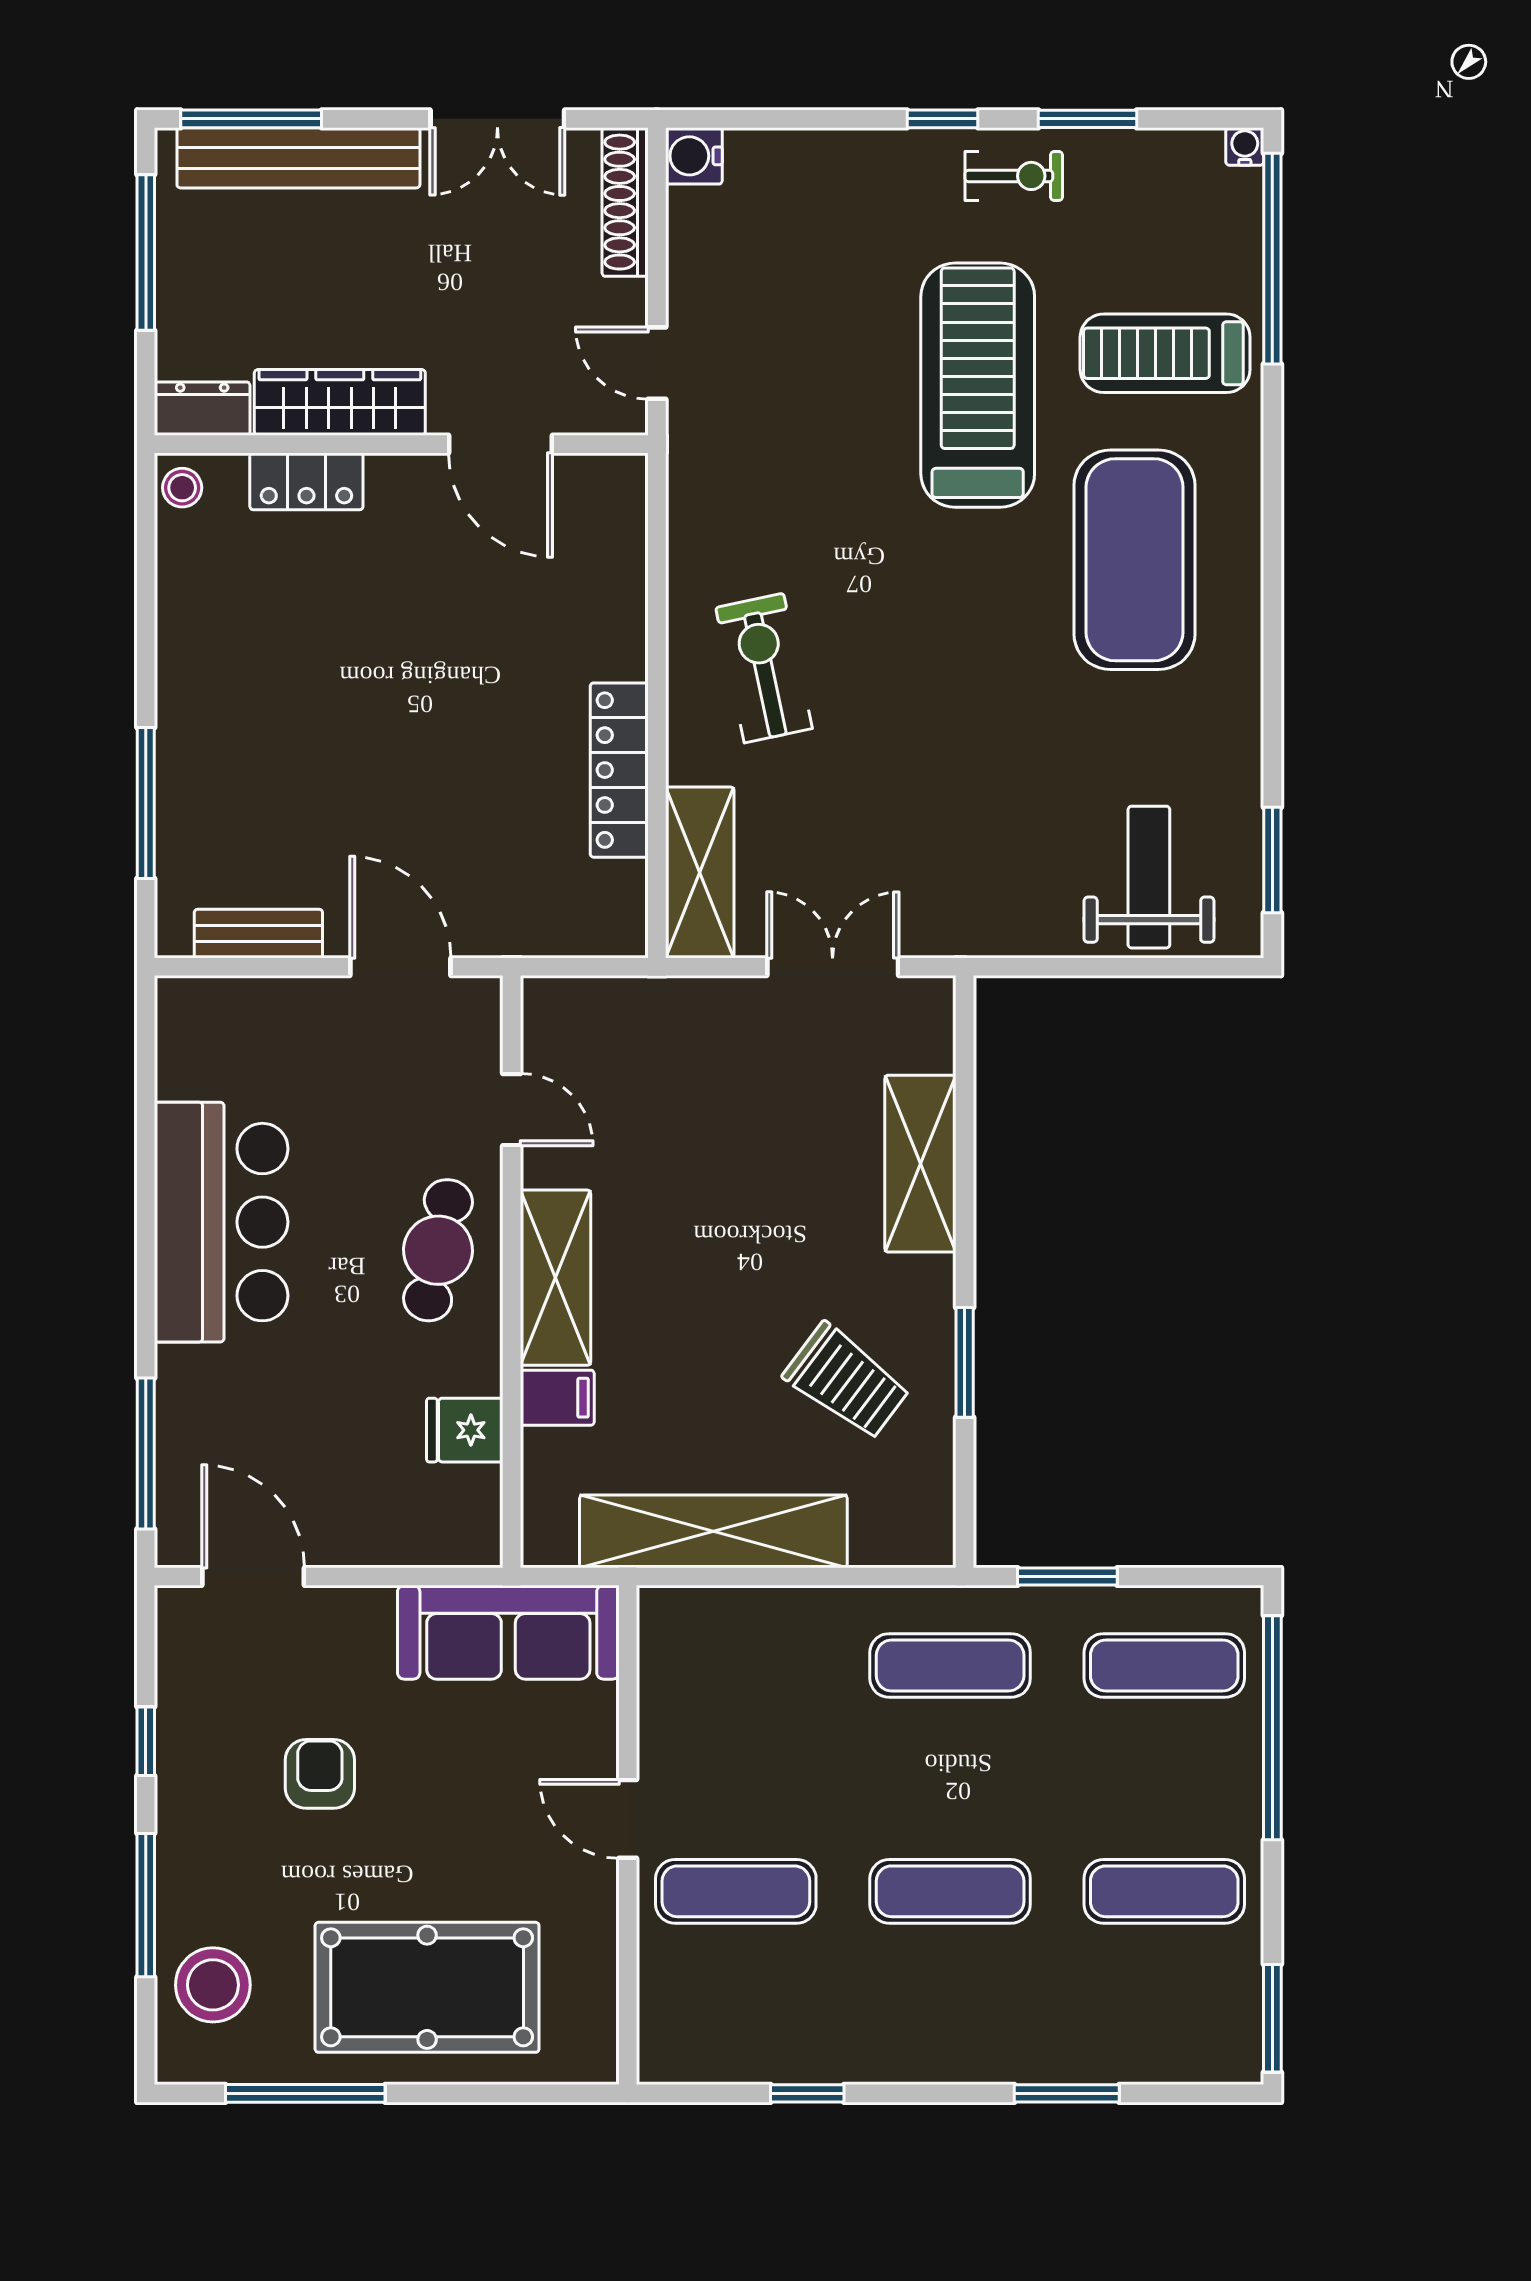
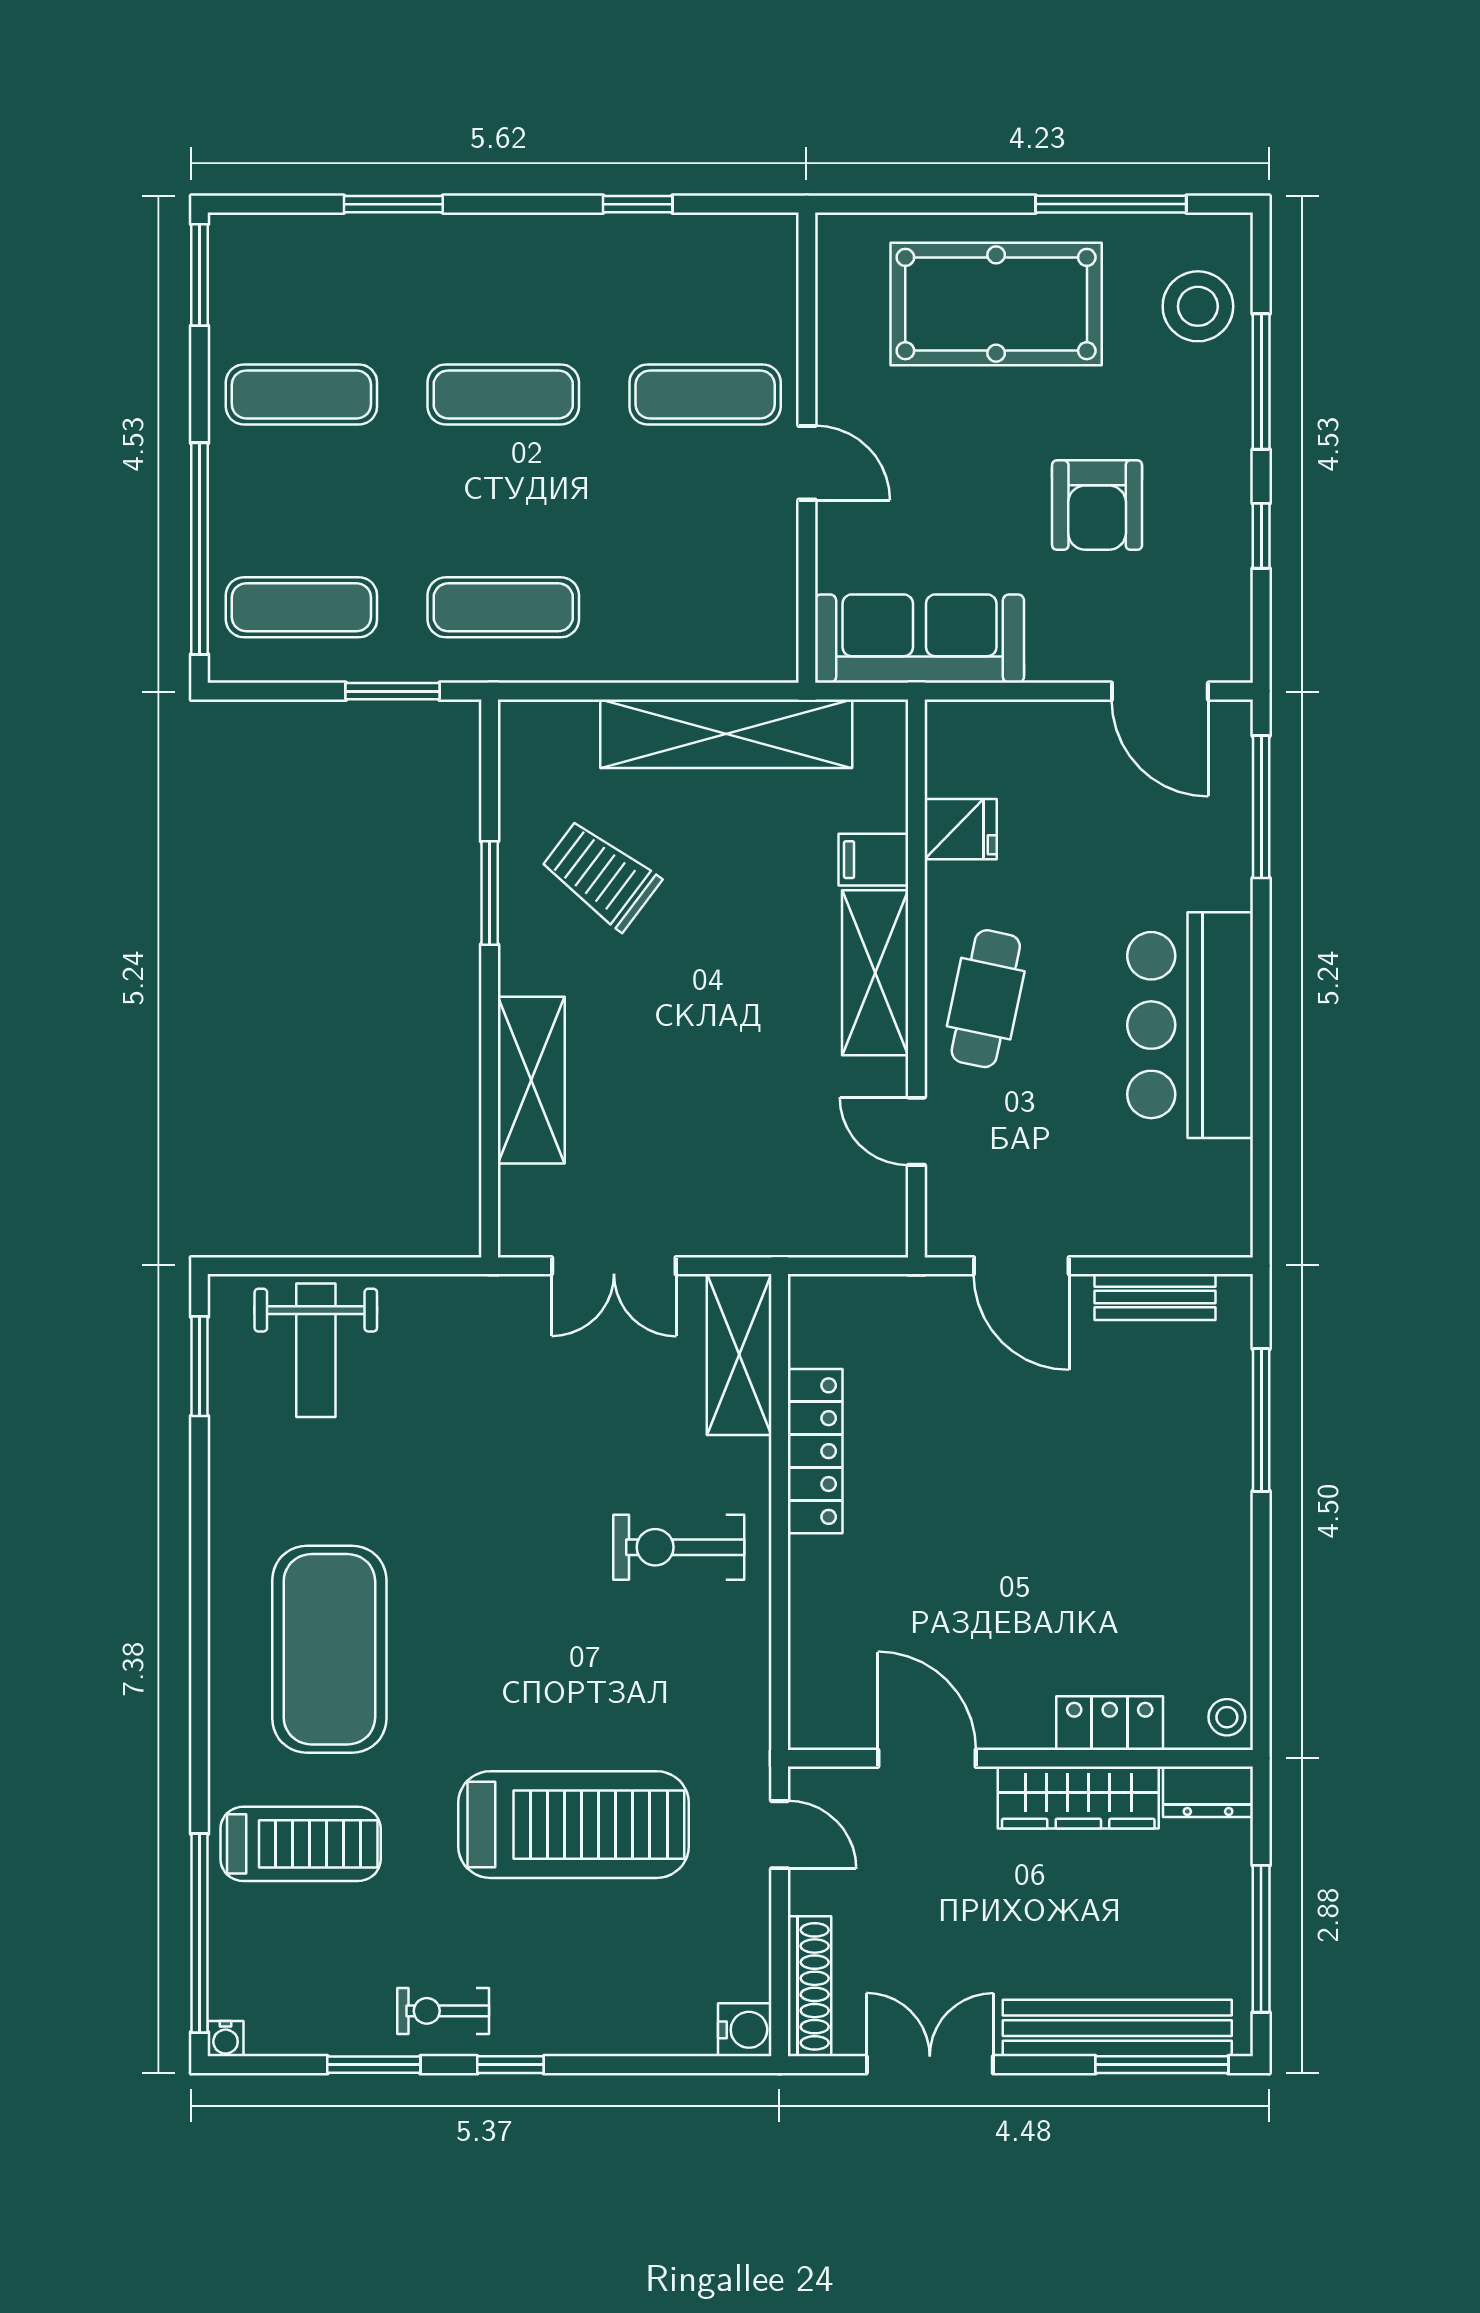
treadmill: (978, 385) -> (574, 1825), moved, turned -90
exercise bike: (764, 668) -> (679, 1547), turned 102
armchair: (320, 1774) -> (1097, 505), width x1.38, depth x1.38

